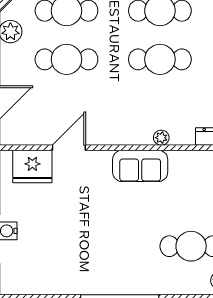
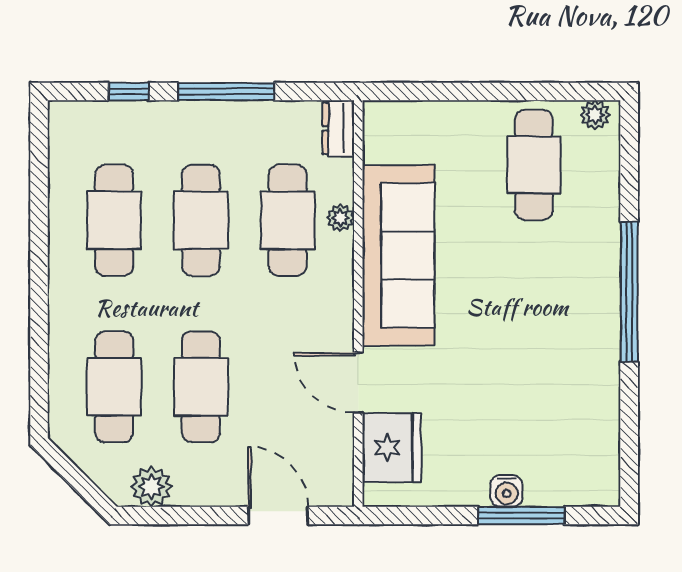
cafe table: (160, 108) -> (288, 220), added
sofa: (140, 166) -> (398, 256), width x1.85, depth x1.27

